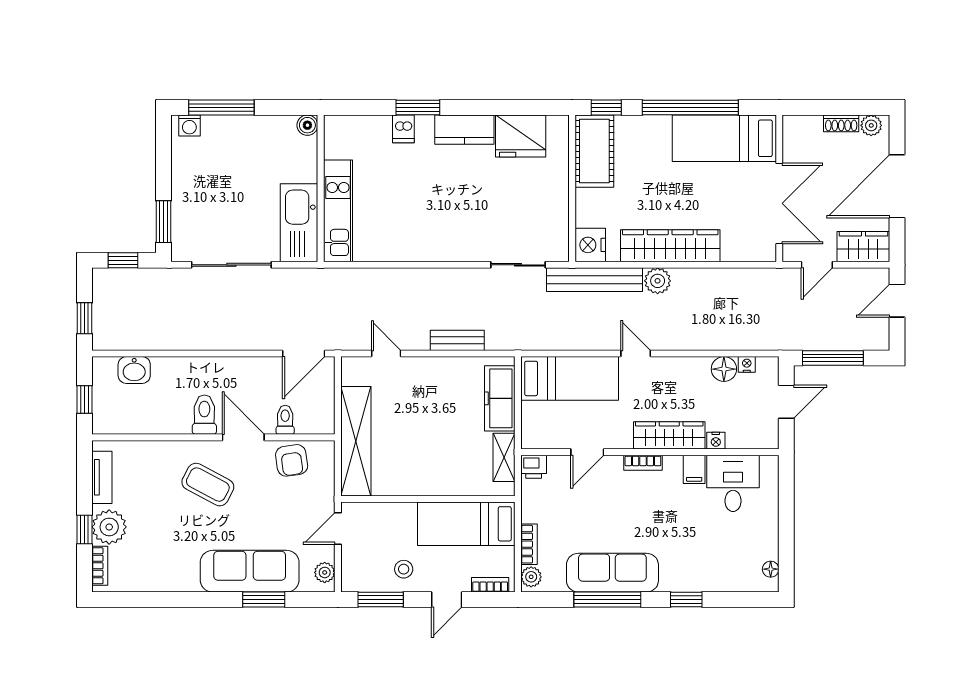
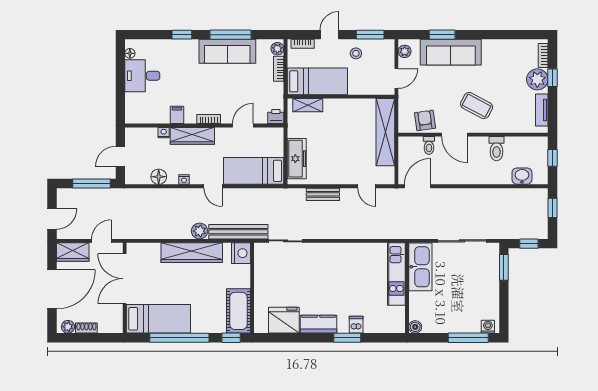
nightstand: (747, 364) -> (184, 180), moved
toilet: (204, 415) -> (496, 149), moved
shelving: (504, 457) -> (308, 105), moved, turned 90
desk: (733, 483) -> (142, 76), moved, turned 90

